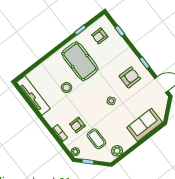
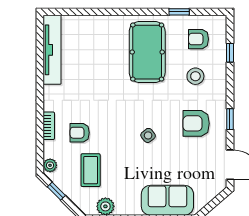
armchair: (130, 77) -> (196, 123), turned 180
stool: (67, 88) -> (195, 76), moved

